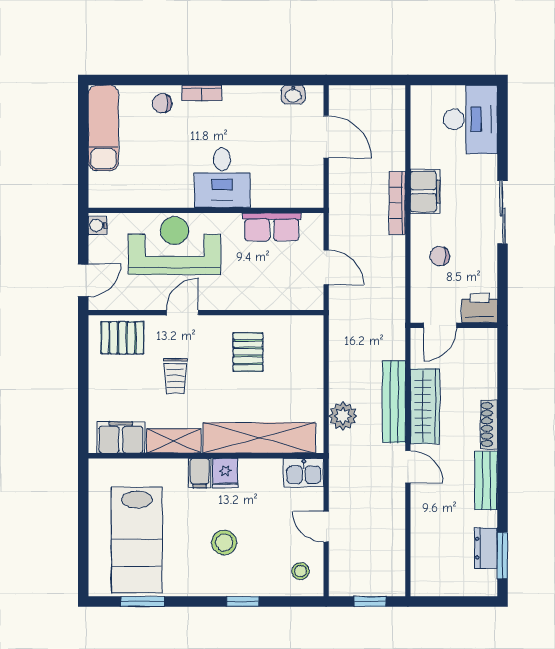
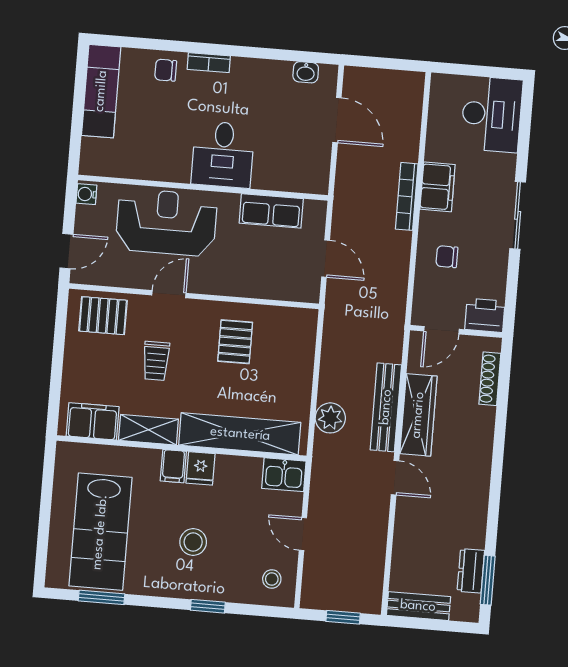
shoe rack: (489, 425) -> (490, 379), moved
bench: (486, 481) -> (418, 606), moved, turned 90

